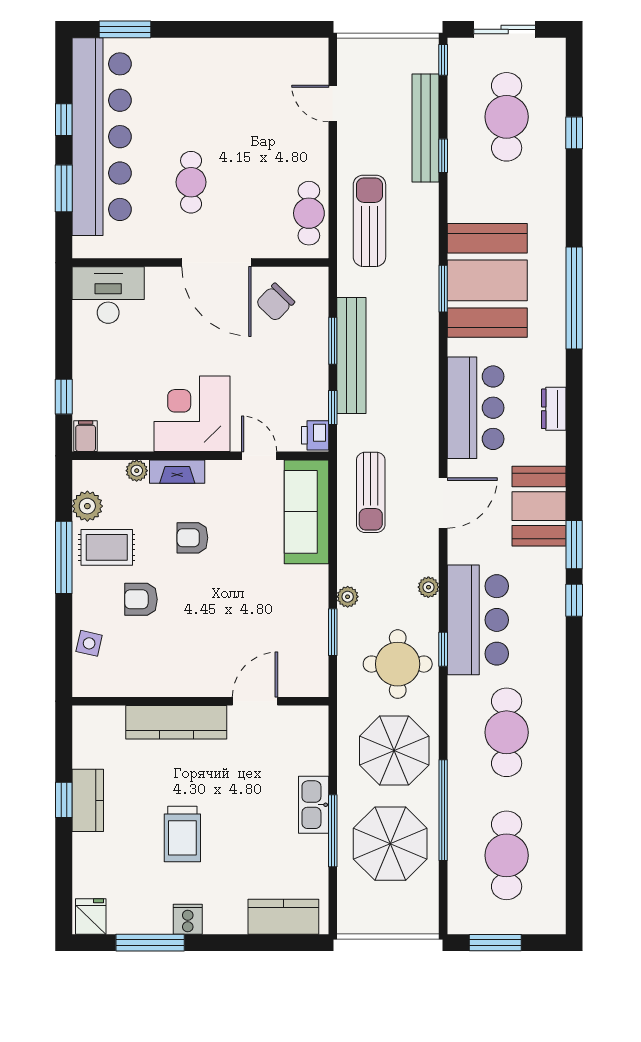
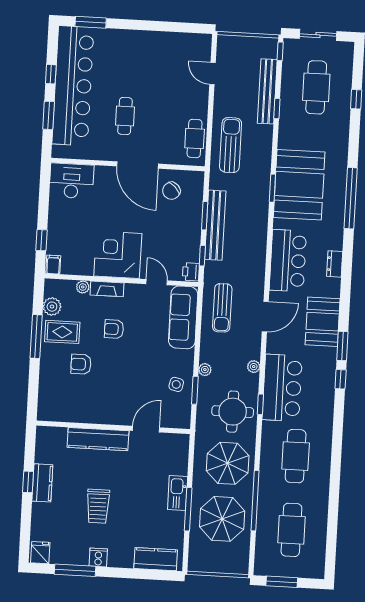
side table: (89, 643) -> (176, 384), moved

